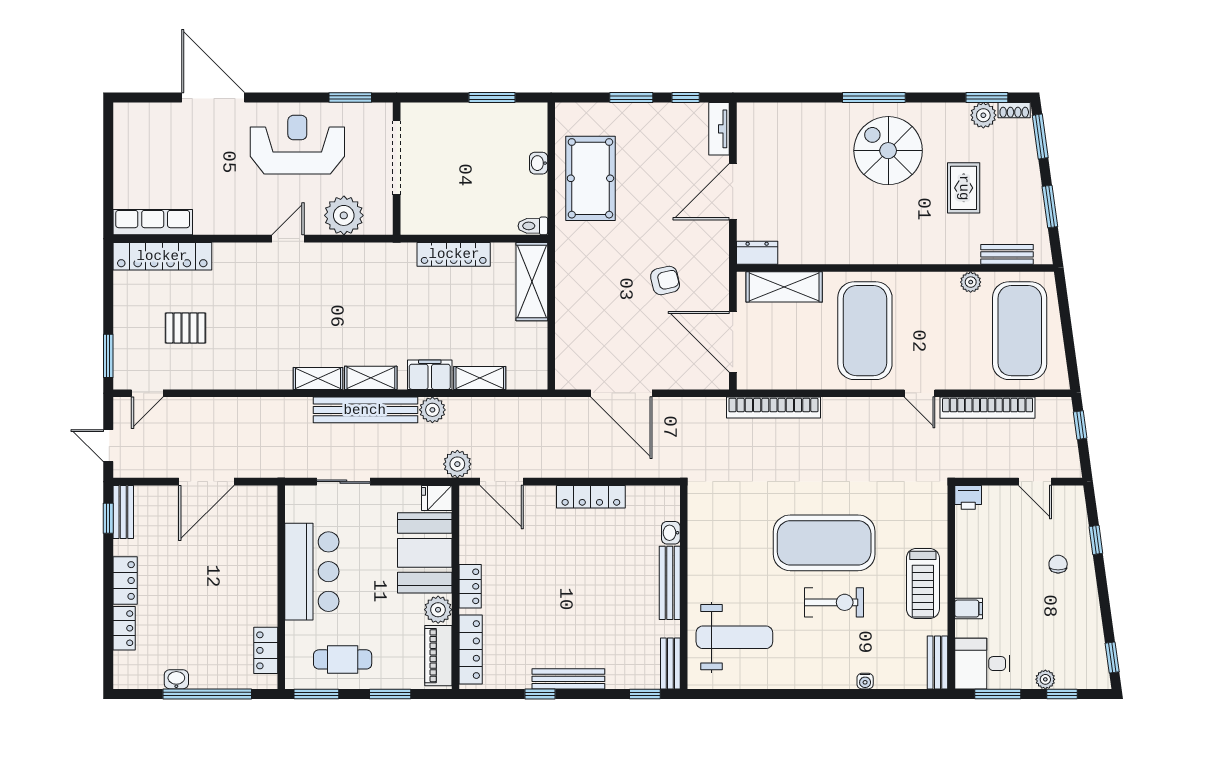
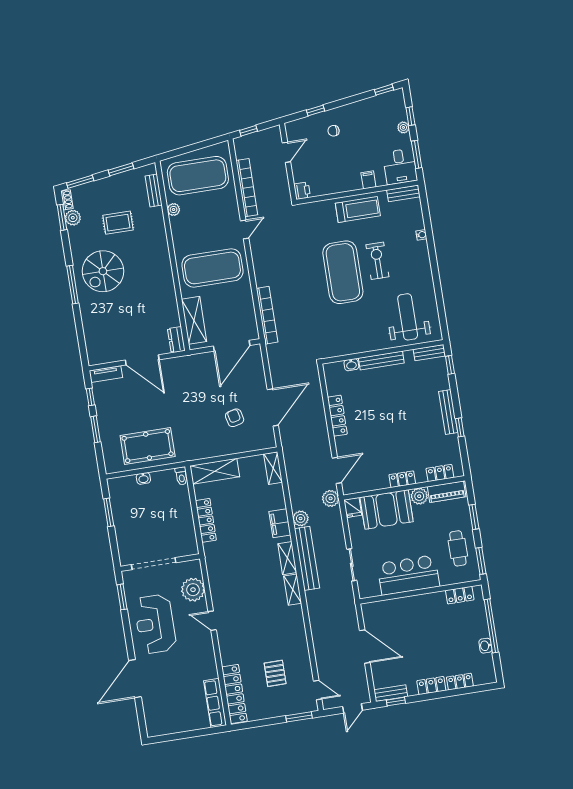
armchair: (665, 280) -> (235, 418), moved
shelving: (480, 378) -> (273, 468), moved
locker: (471, 650) -> (440, 473), width x0.66

